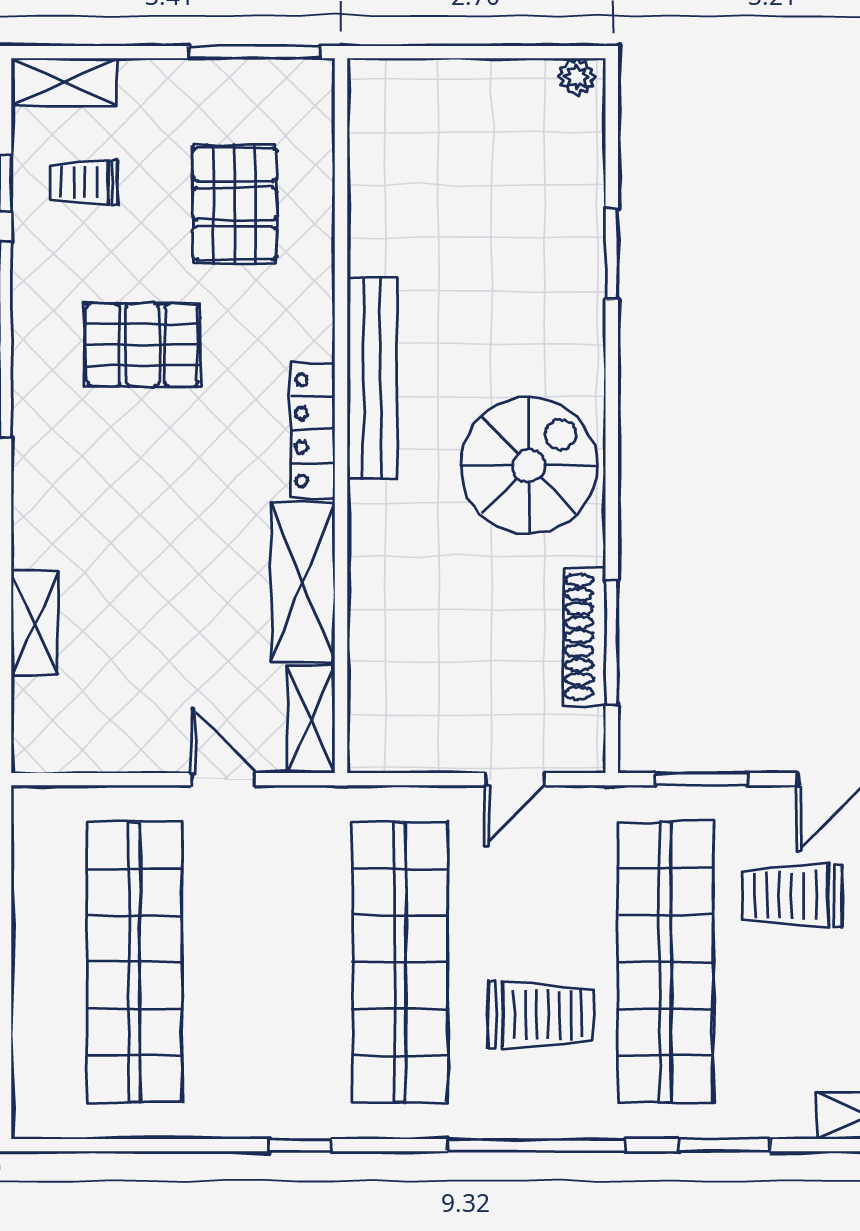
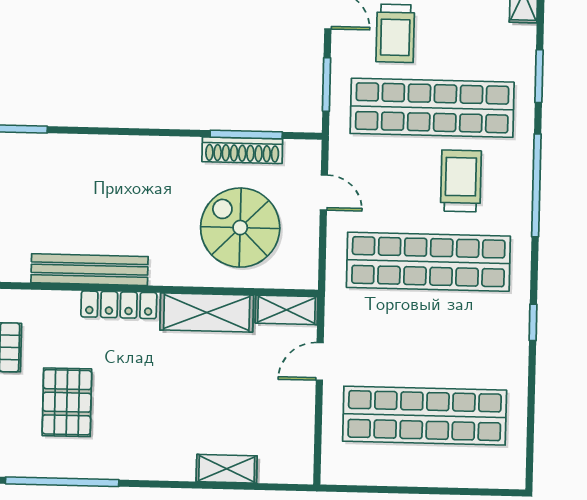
spiral stairs: (529, 466) -> (240, 228), moved

